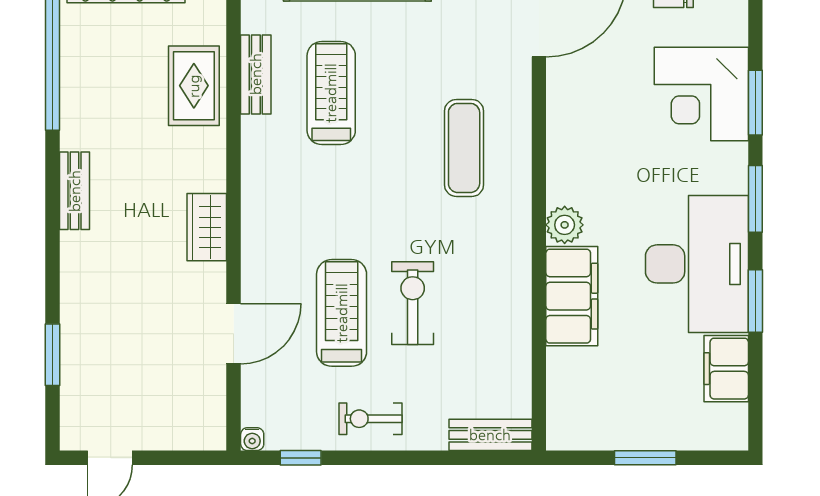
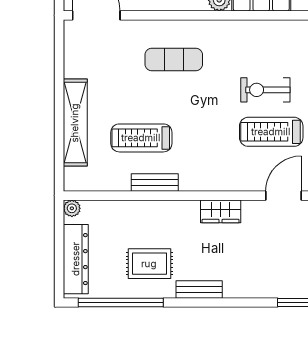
bench: (256, 74) -> (155, 182), moved
rug: (194, 86) -> (149, 264), moved
door: (234, 334) -> (283, 196), hinge flipped

